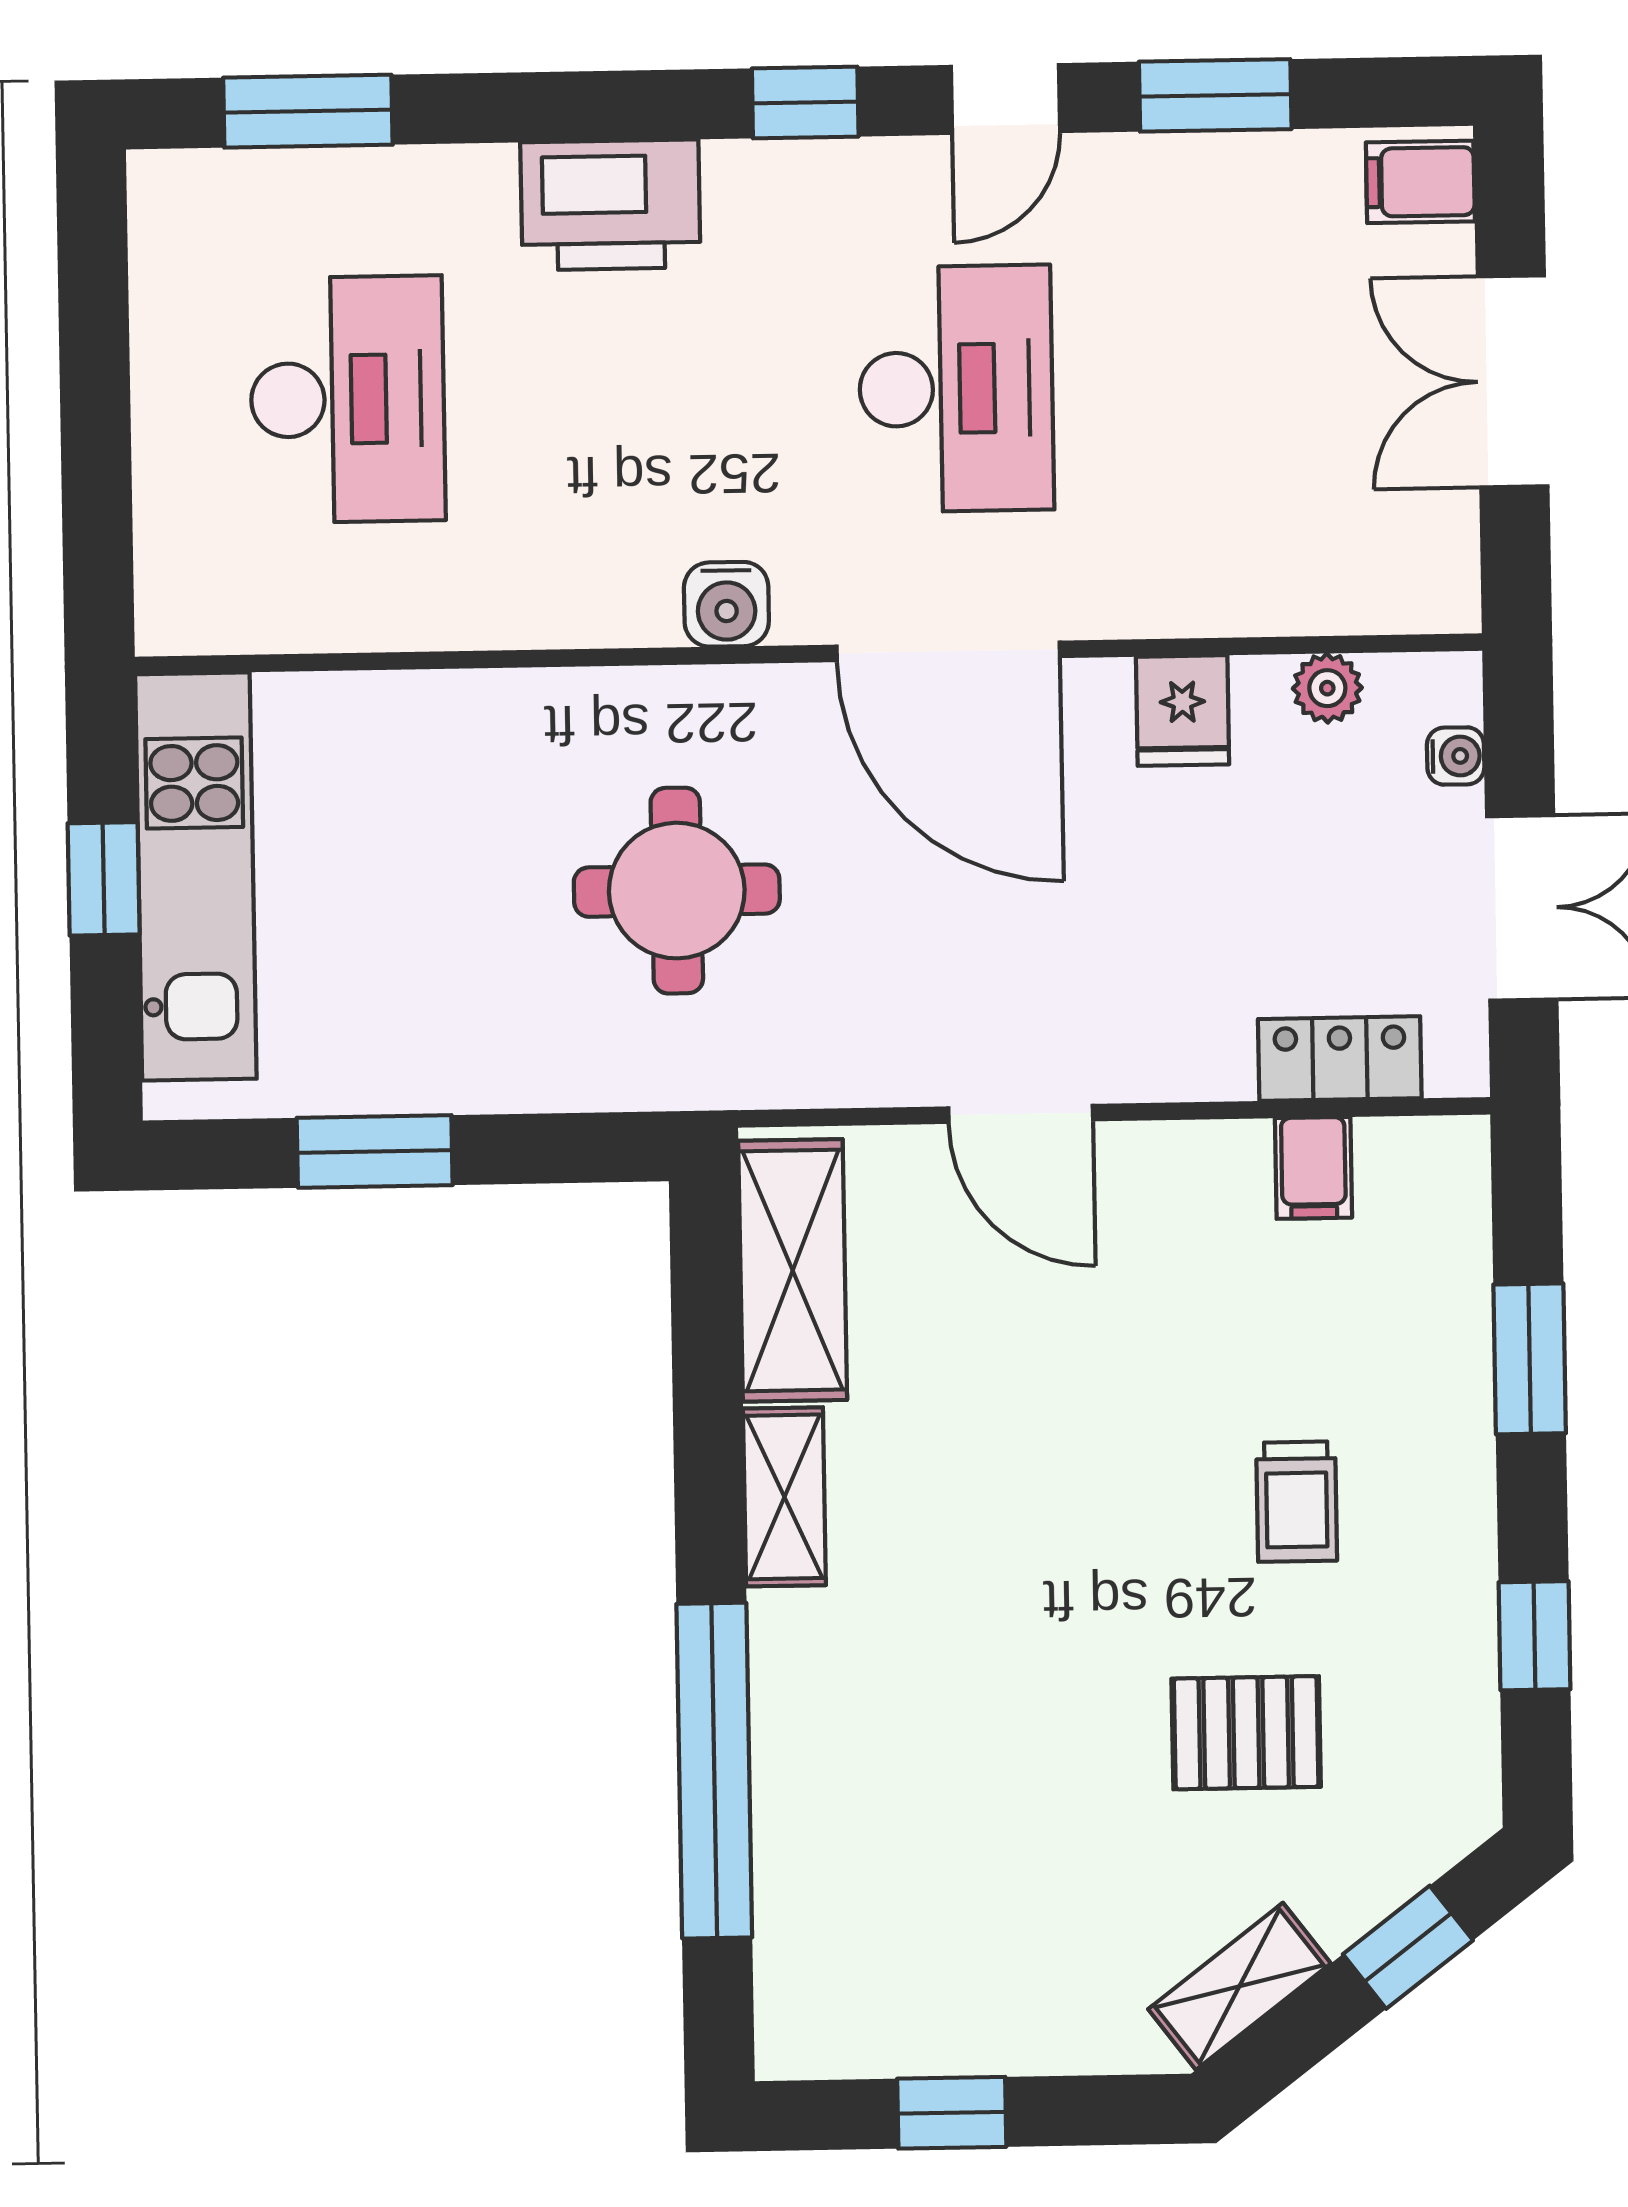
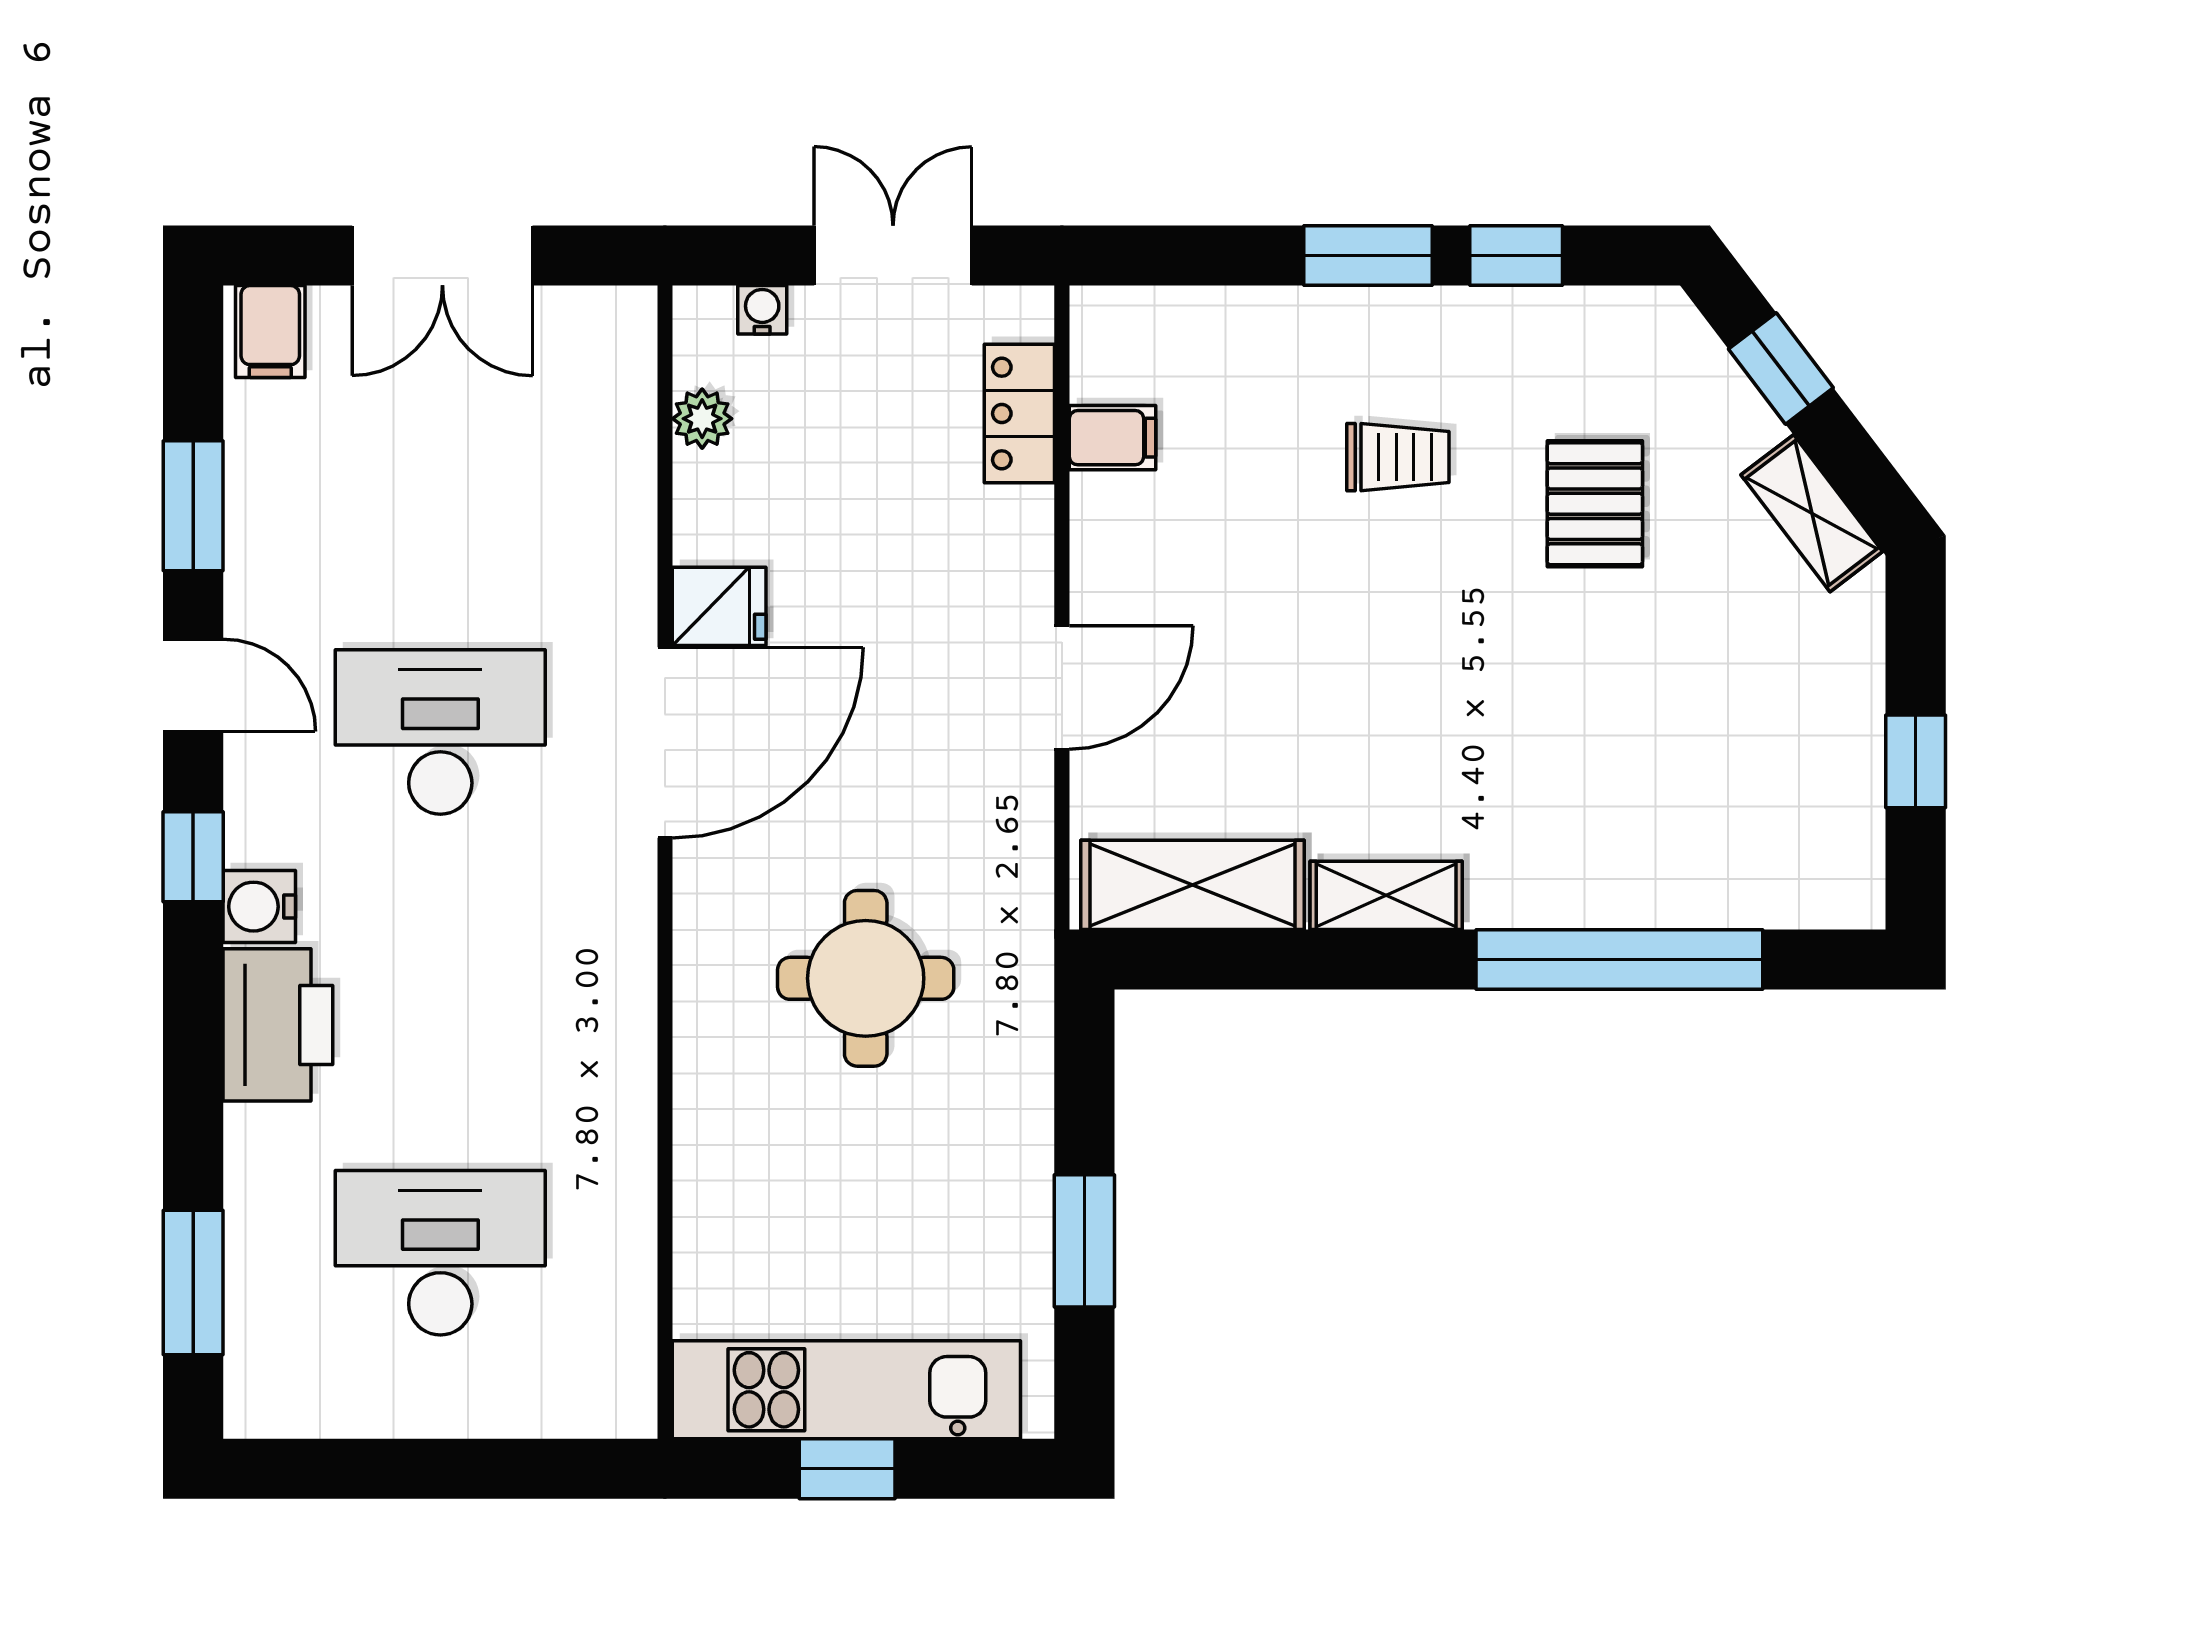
water cooler: (726, 604) -> (259, 907), moved, turned 180
fridge: (1183, 711) -> (719, 606), moved
window: (1530, 1359) -> (1368, 255), moved

